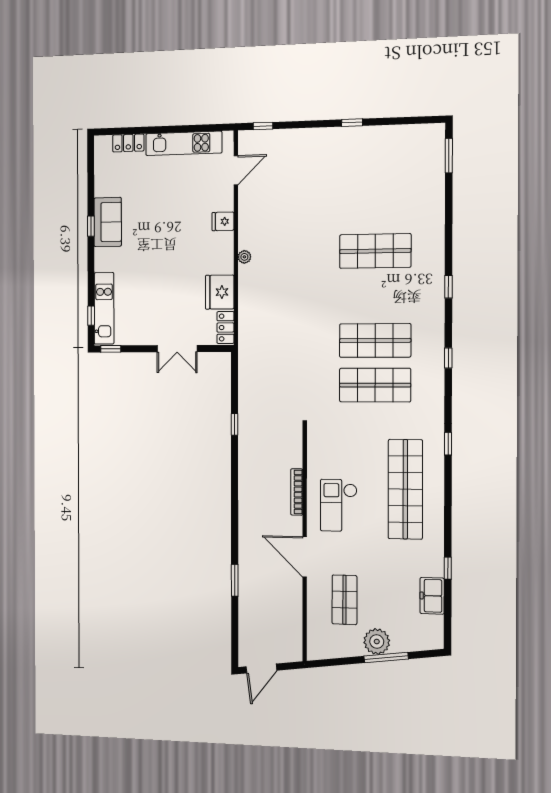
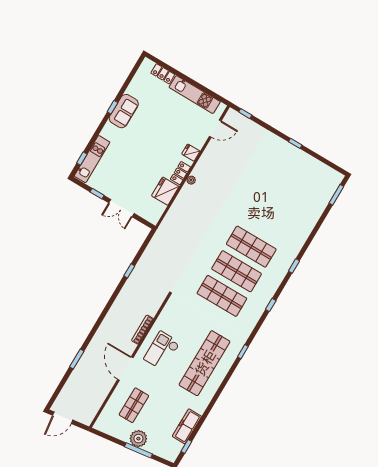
shop shelf: (375, 251) -> (251, 247), moved
locker: (225, 327) -> (180, 173), moved
window: (111, 349) -> (97, 194), moved
window: (448, 568) -> (186, 446), moved
freezer: (432, 596) -> (187, 426), width x1.40

